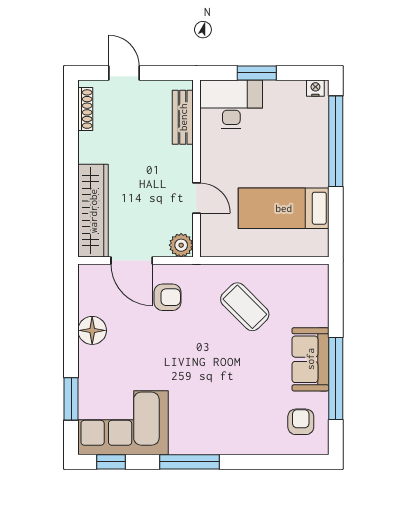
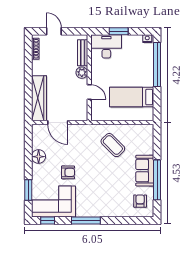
plant: (181, 245) -> (82, 73), moved
armchair: (167, 297) -> (68, 172), moved

